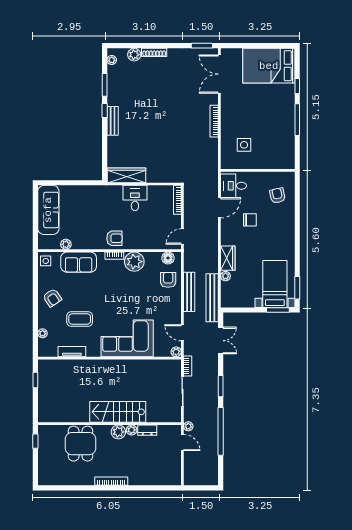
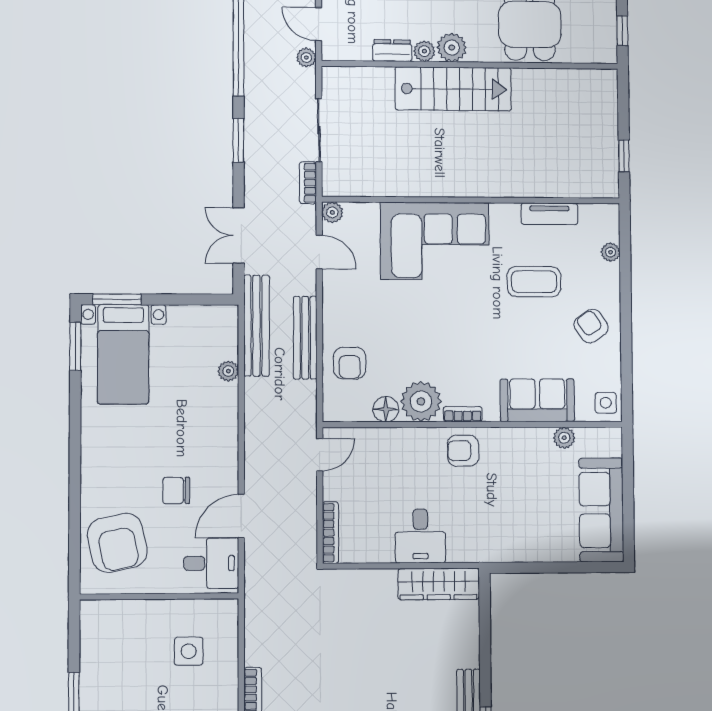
armchair: (277, 196) -> (117, 543), width x1.88, depth x1.88
floor lamp: (168, 258) -> (386, 409), moved
wardrobe: (228, 258) -> (224, 409), removed

